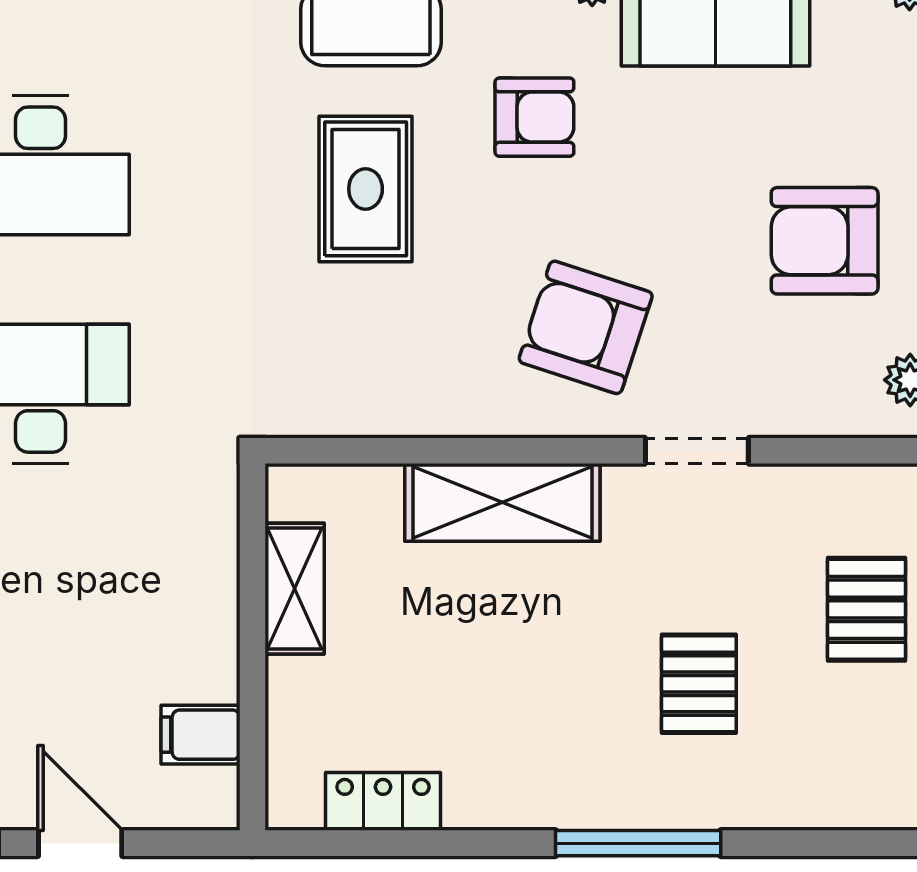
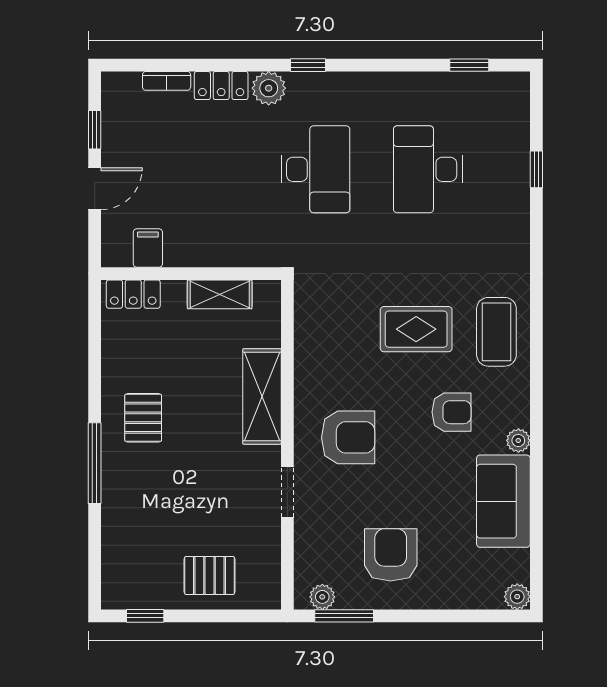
armchair: (534, 117) -> (452, 412), turned -90
armchair: (586, 327) -> (348, 437), turned 72
pallet: (699, 684) -> (143, 418), moved, turned 90
locker: (383, 801) -> (133, 294), moved, turned 90

